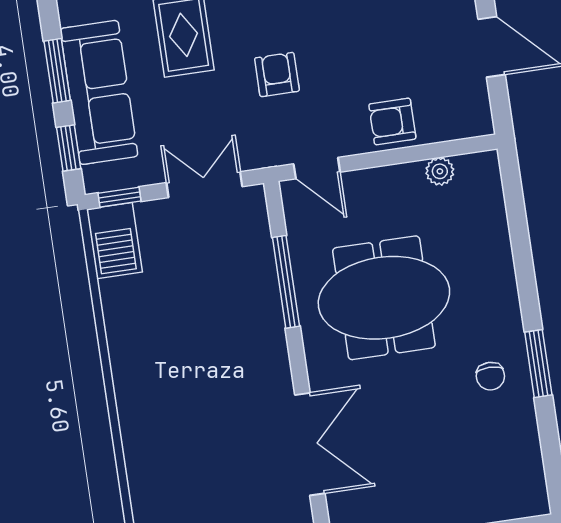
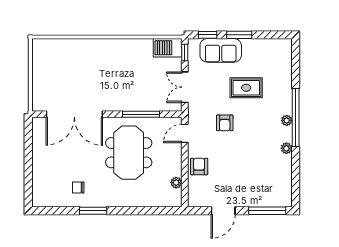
armchair: (277, 75) -> (225, 123), turned 90
sofa: (99, 92) -> (221, 50), width x0.73
double door: (204, 185) -> (185, 87), swing flipped
chair: (490, 376) -> (78, 187), moved
double door: (310, 444) -> (74, 114), width x1.36

